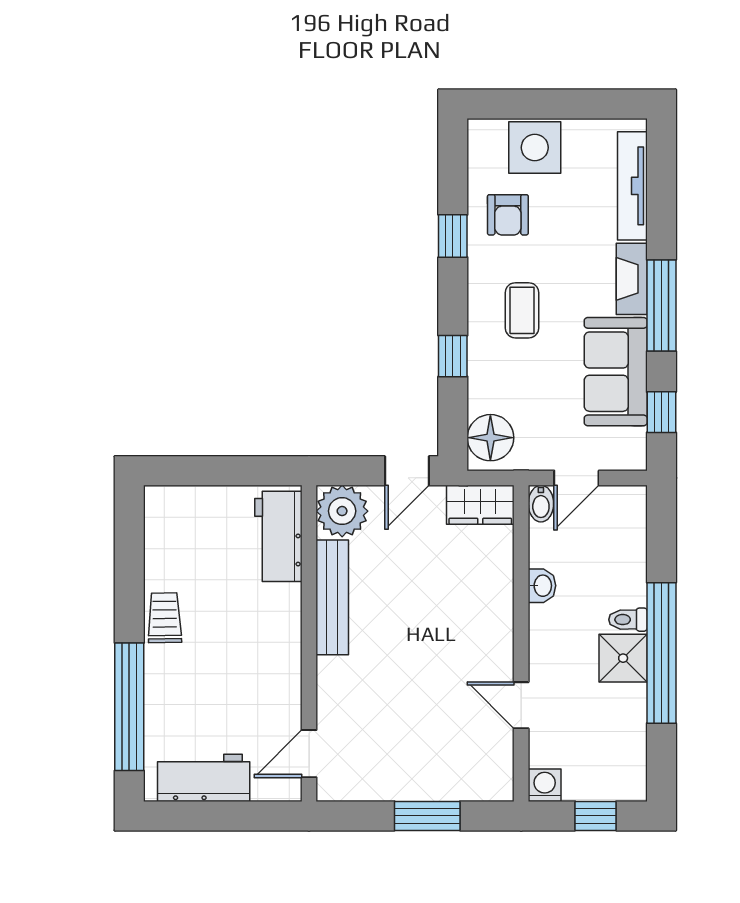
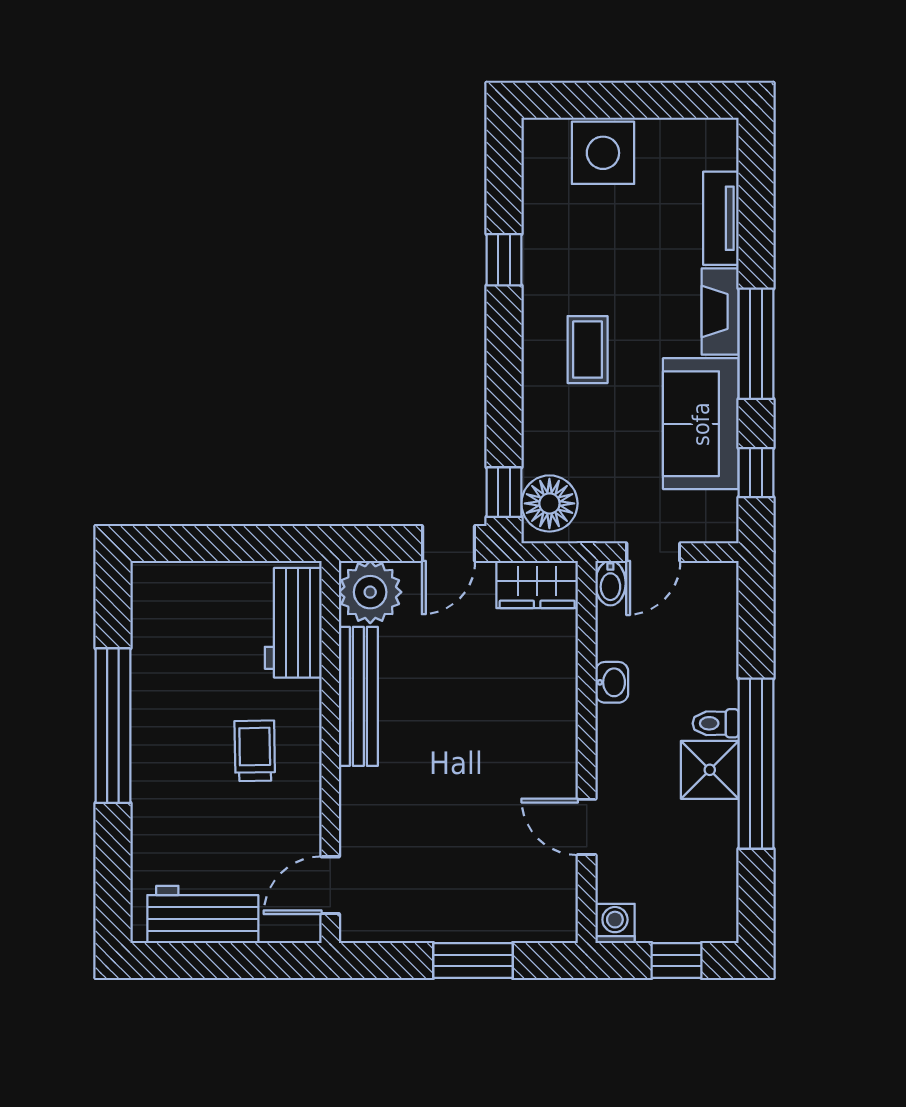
tv unit: (632, 186) -> (721, 218), width x0.71
armchair: (508, 215) -> (570, 234), removed
window: (453, 356) -> (504, 492), moved
trolley: (165, 618) -> (255, 751), moved
window: (129, 707) -> (113, 726), moved

